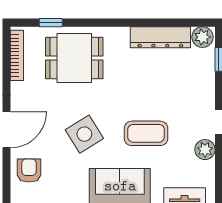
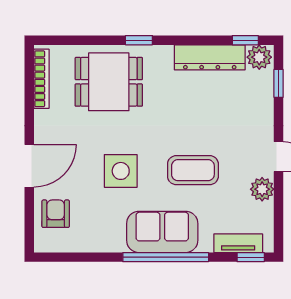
window: (51, 23) -> (139, 40), moved
window: (191, 23) -> (245, 40), added
side table: (84, 134) -> (121, 171), turned 32

